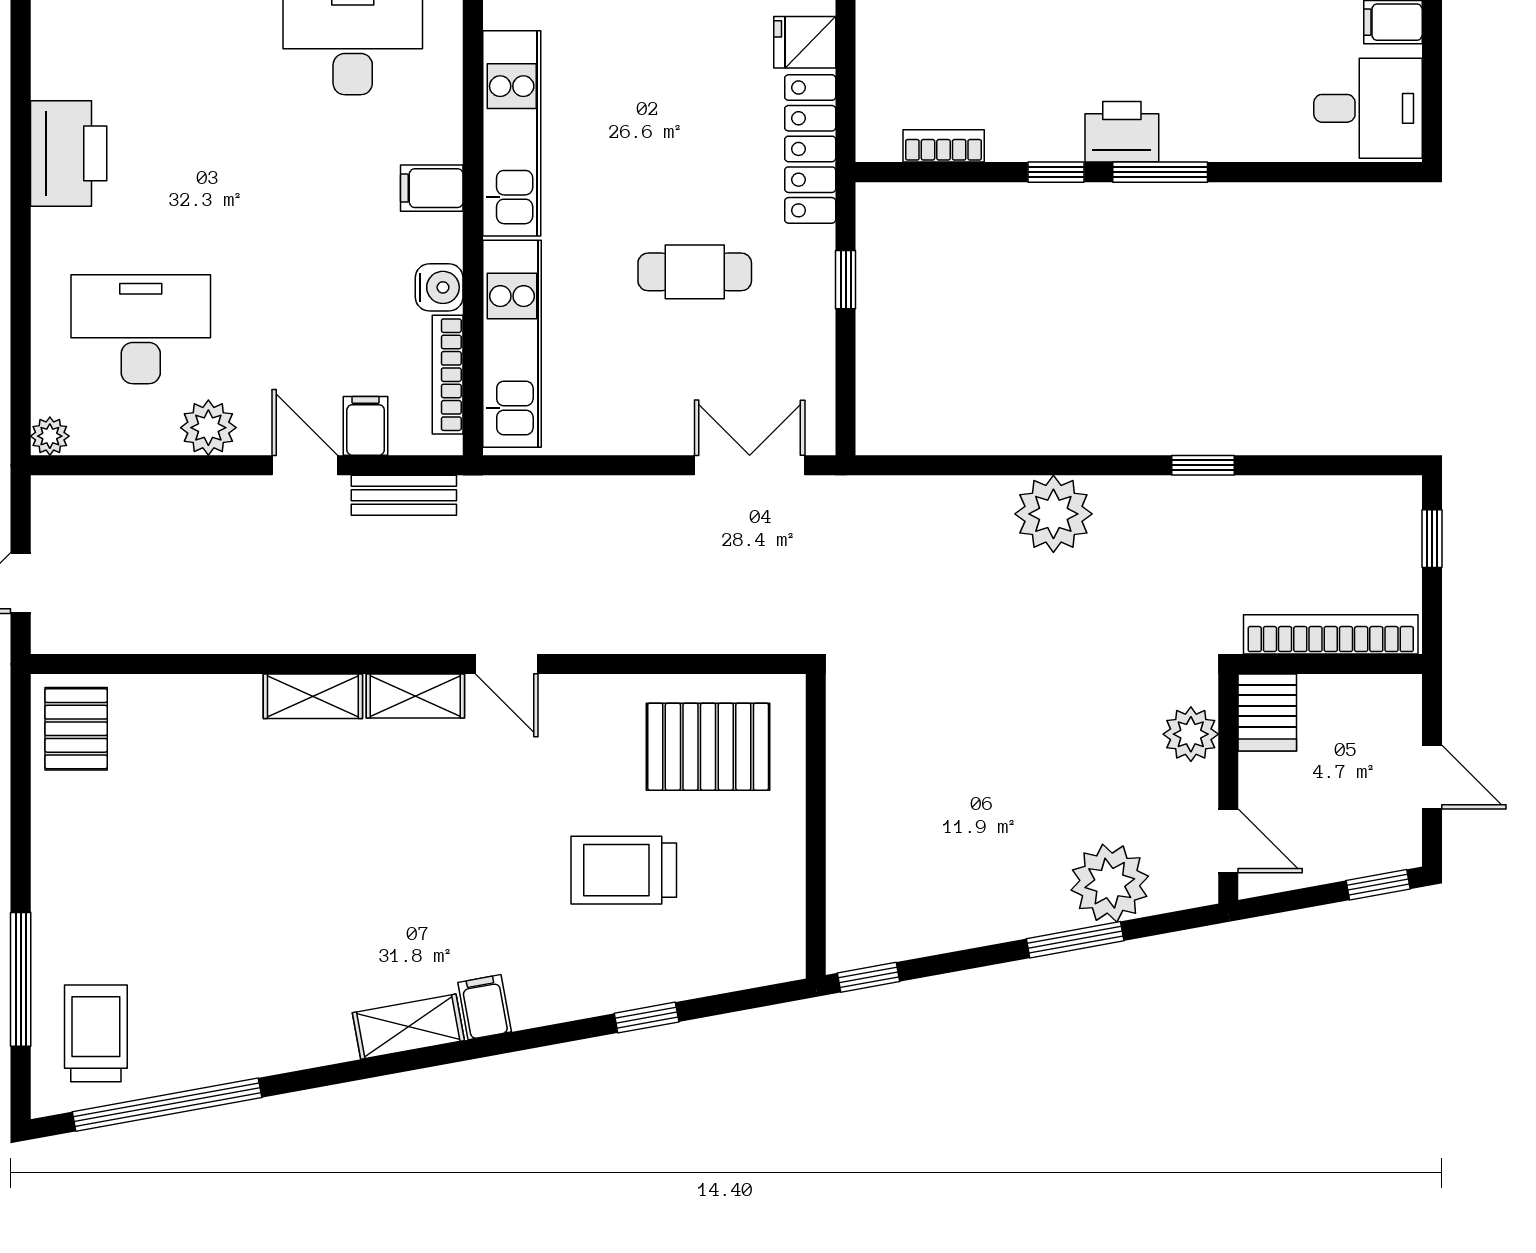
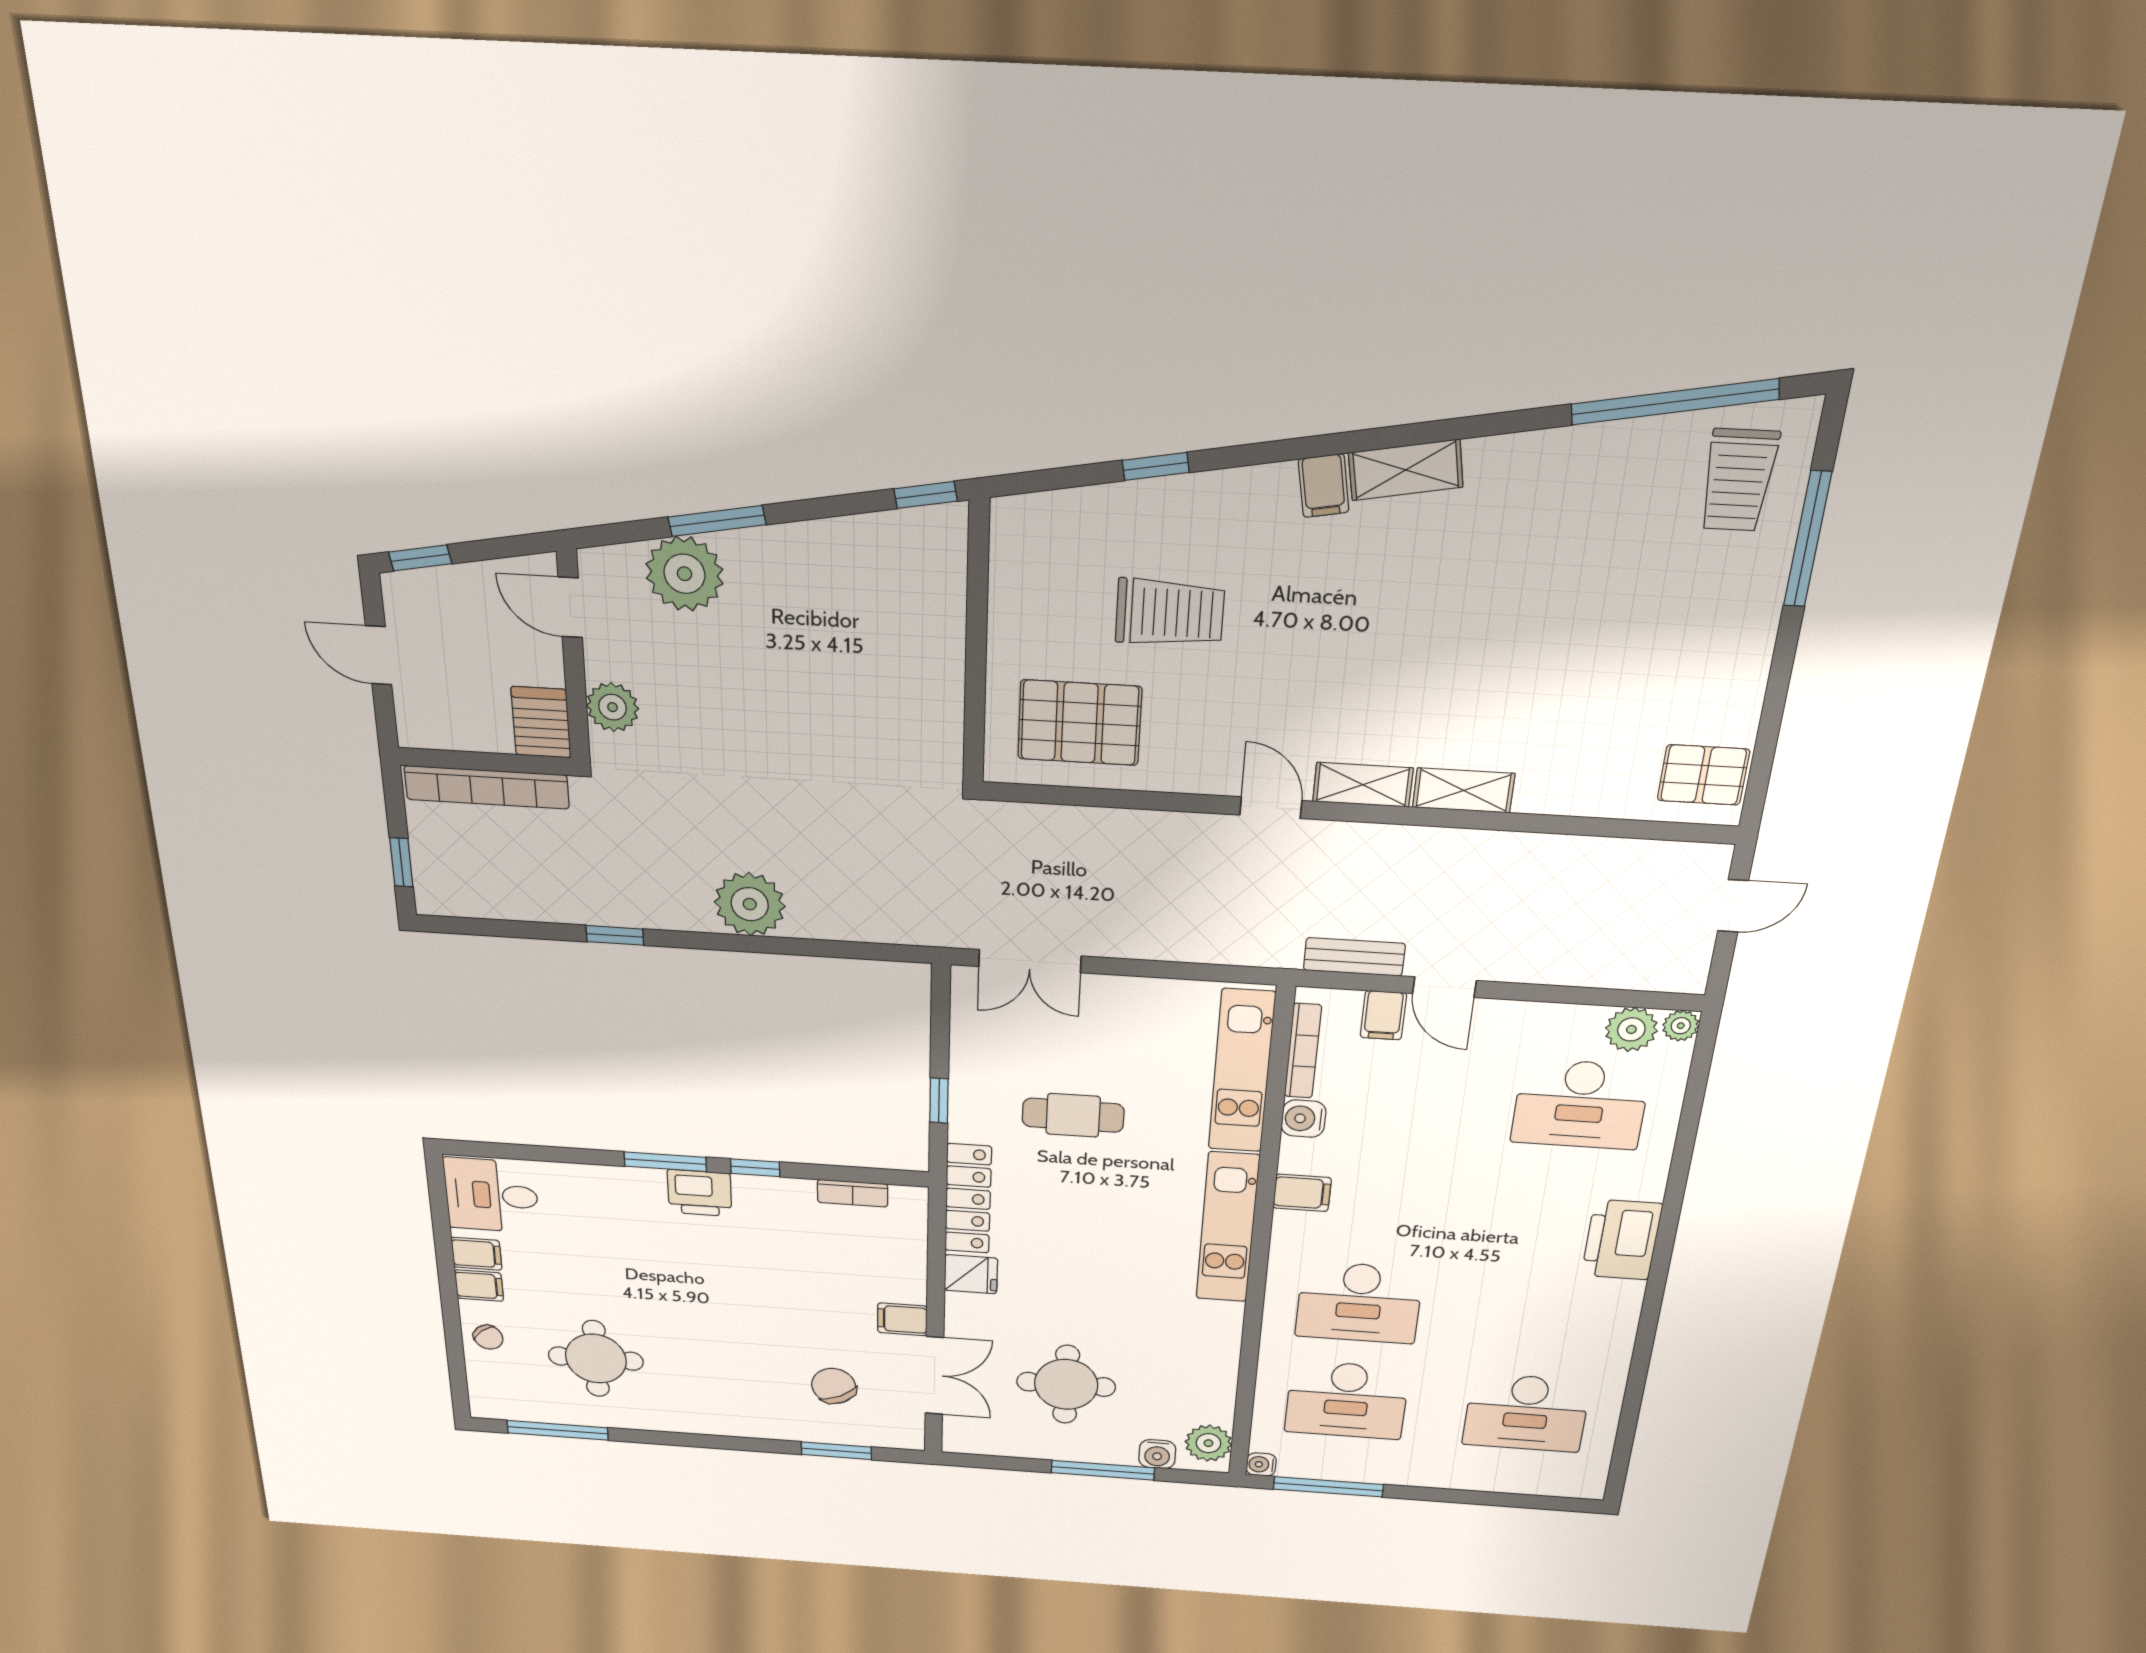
plant: (208, 428) -> (1631, 1029), moved
pallet: (76, 729) -> (1703, 775), turned 90

